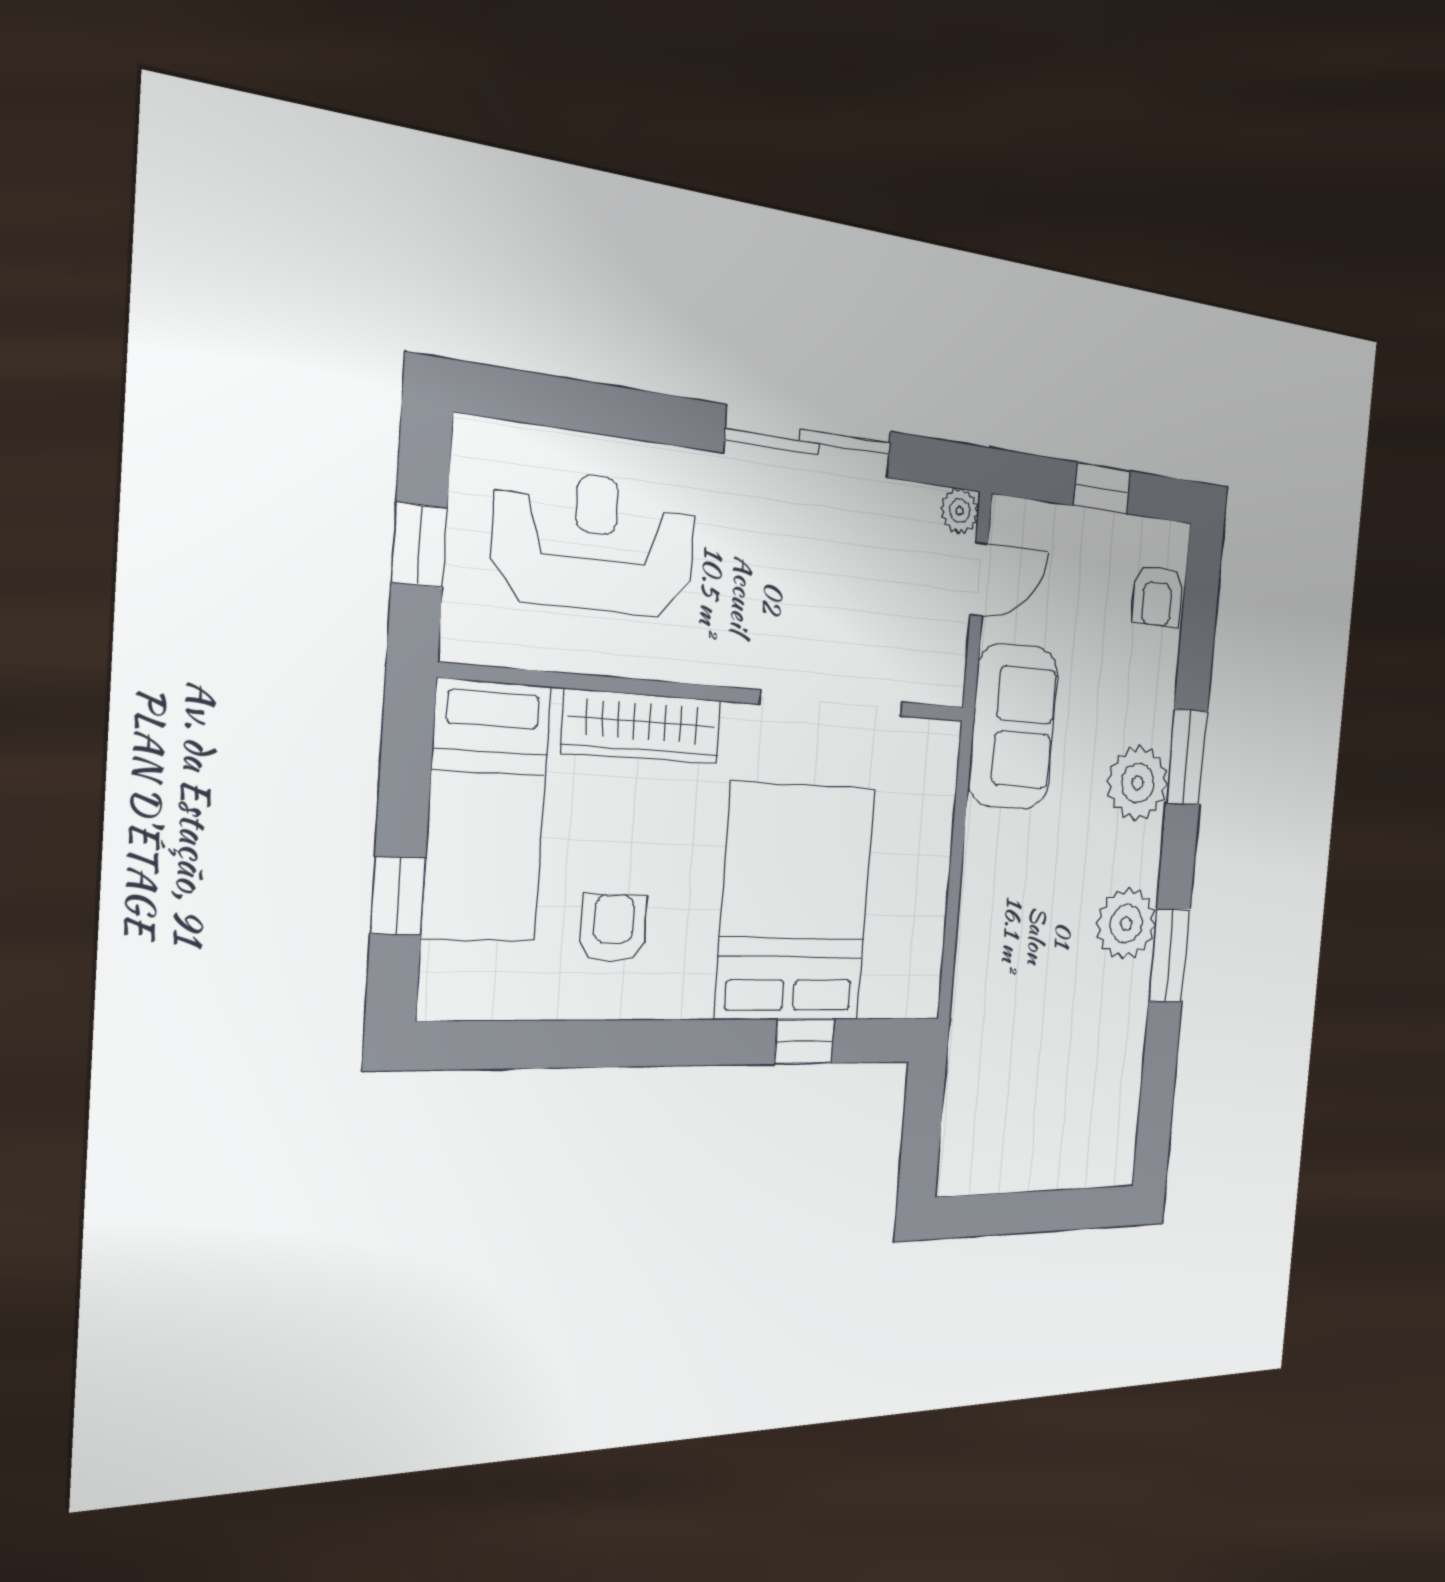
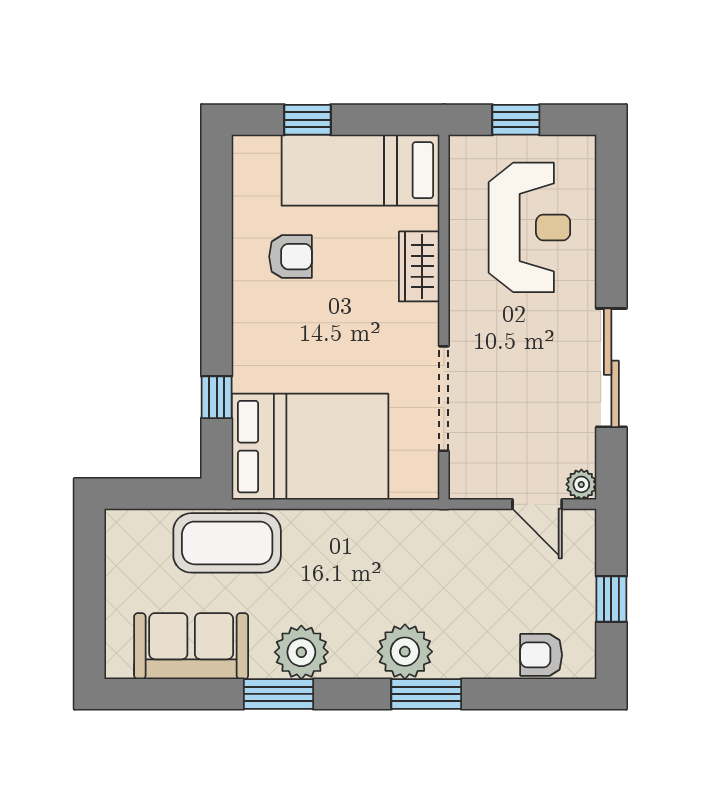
wardrobe: (642, 726) -> (419, 266), width x0.67
sofa: (1013, 727) -> (191, 646), moved, turned 180
bed: (795, 903) -> (310, 447), moved
coffee table: (991, 1025) -> (227, 543), added

